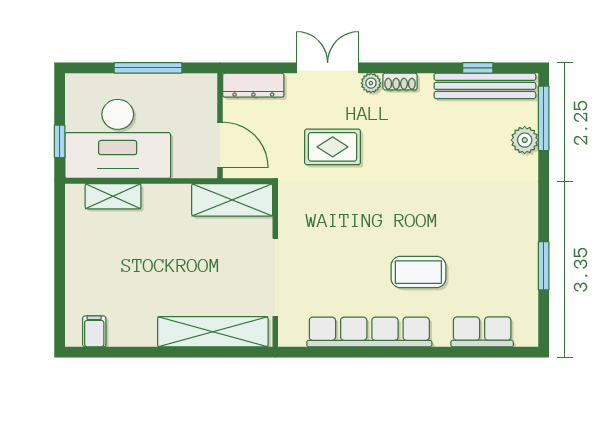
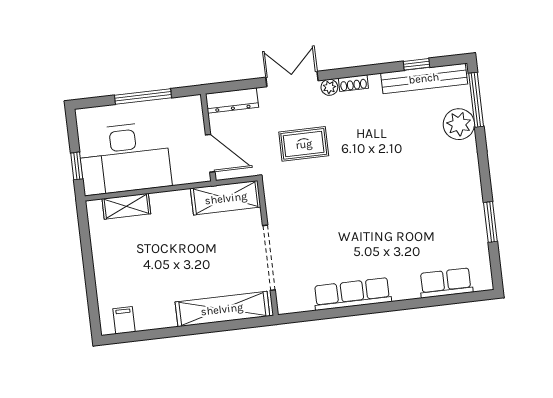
plant: (525, 140) -> (459, 124), width x1.36, depth x1.36
coffee table: (418, 272) -> (387, 239), removed
row of seats: (369, 332) -> (352, 294), width x0.73

